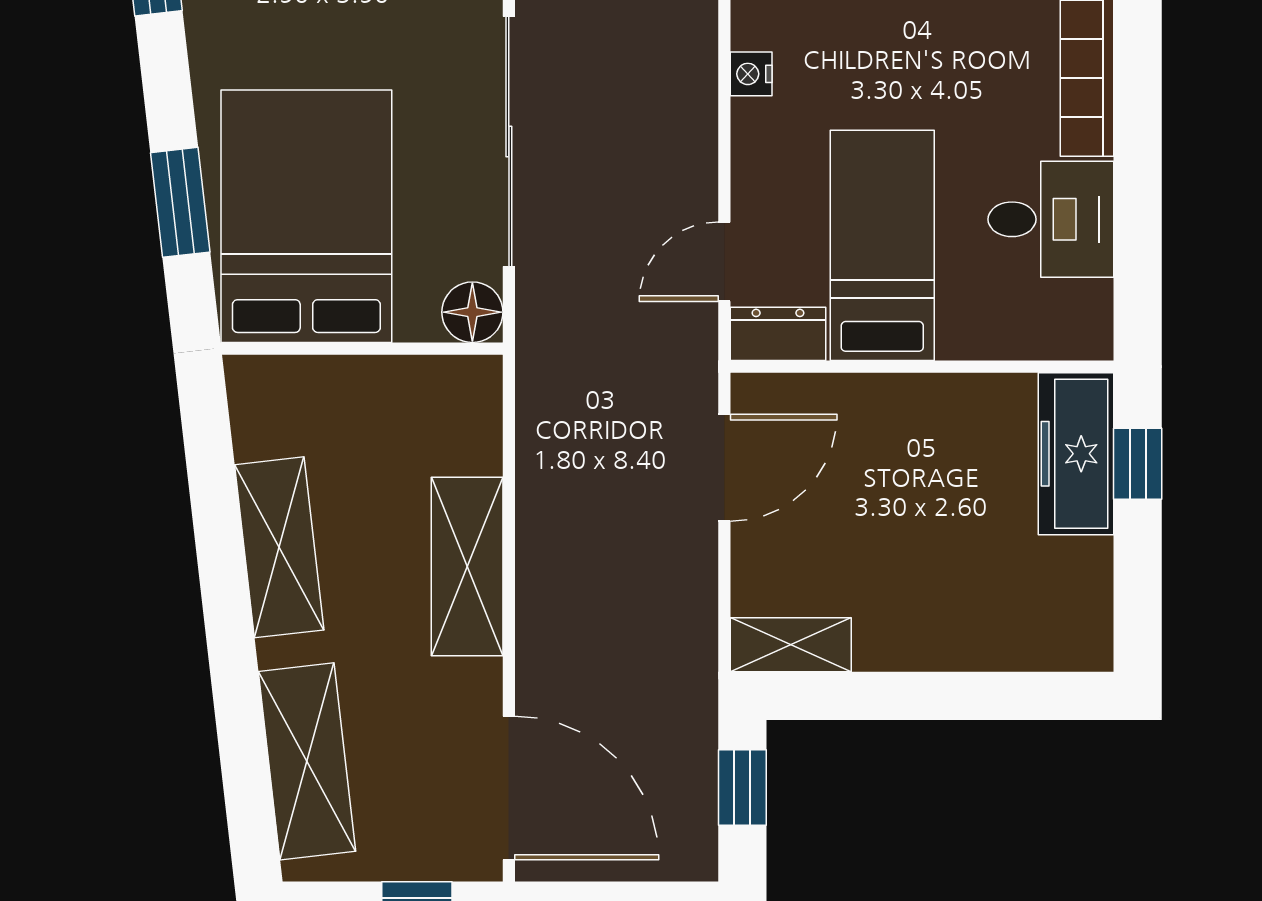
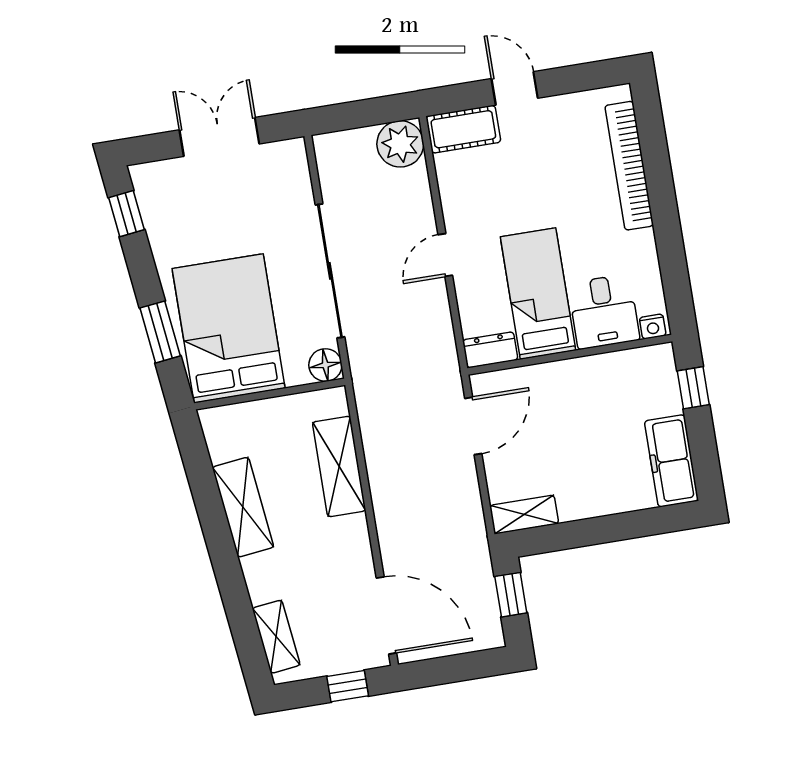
nightstand: (751, 74) -> (653, 327), moved, turned -90
desk: (1051, 219) -> (604, 312), moved, turned 90
door: (724, 262) -> (445, 255), moved
freezer: (1076, 454) -> (671, 461), moved
shelving: (467, 566) -> (339, 466), moved
shelving: (307, 761) -> (276, 637), width x0.67, depth x0.75

